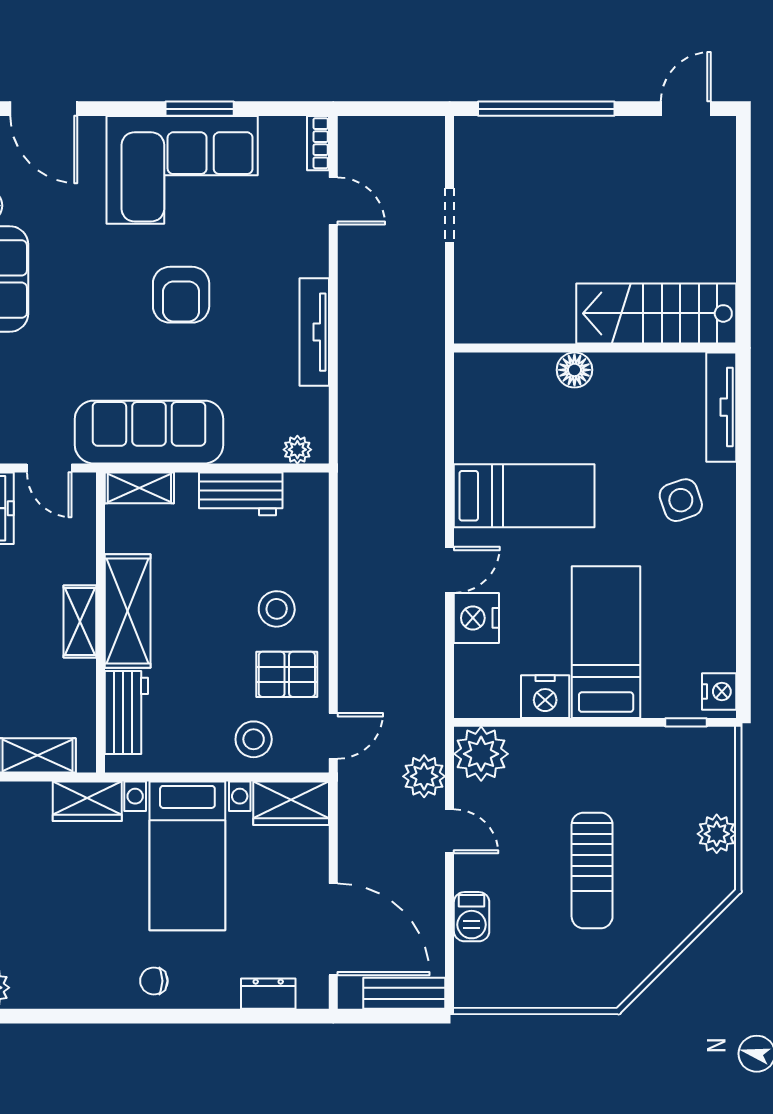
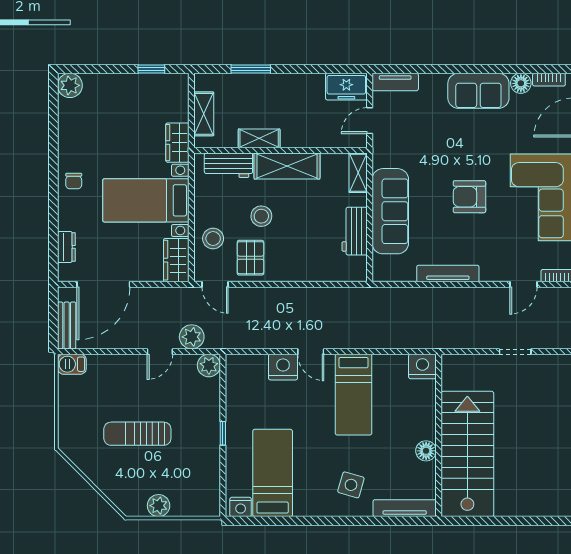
stairs: (656, 313) -> (467, 454), width x1.36, depth x1.51
floor lamp: (574, 370) -> (426, 451), moved
sofa: (149, 432) -> (390, 211), moved
plant: (297, 450) -> (380, 264), removed
side table: (681, 500) -> (351, 485), turned 35
stool: (277, 609) -> (261, 216), moved
shelving: (80, 622) -> (259, 138), moved
bed: (606, 642) -> (273, 473), moved, turned -90
nightstand: (545, 697) -> (422, 366), moved, turned 90
window: (686, 722) -> (223, 433), moved
plant: (481, 754) -> (209, 365), width x0.73, depth x0.73
barbecue: (472, 917) -> (72, 364), moved
chair: (154, 981) -> (74, 181), turned 180

